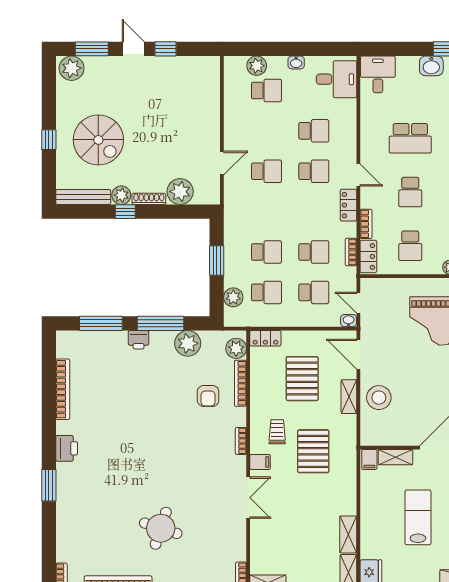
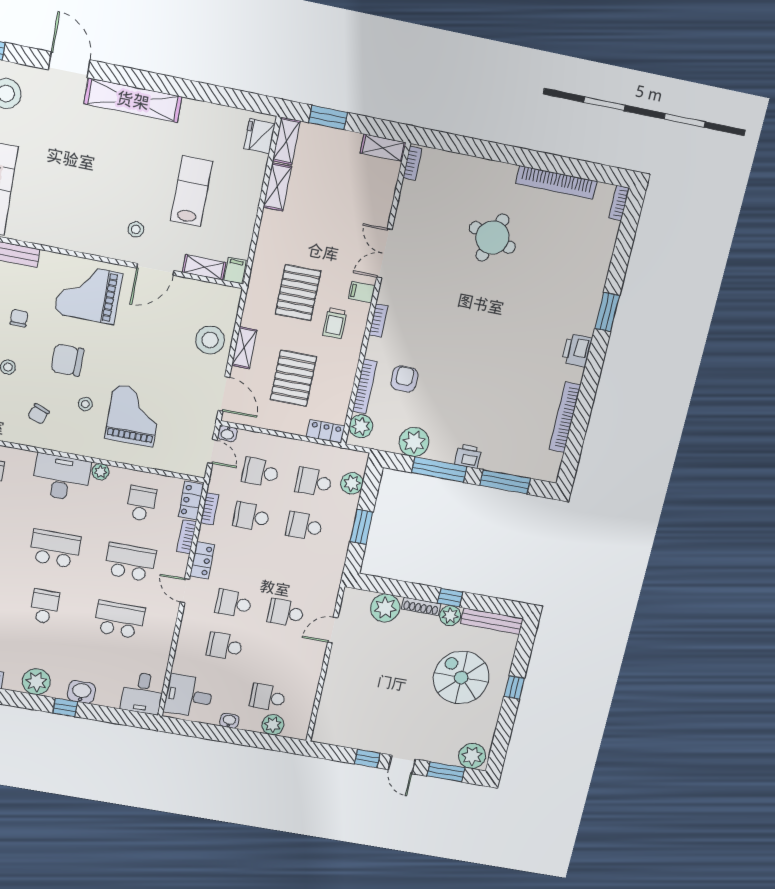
school desk: (410, 192) -> (130, 562), width x1.85
lab bench: (418, 517) -> (191, 191), turned 180

